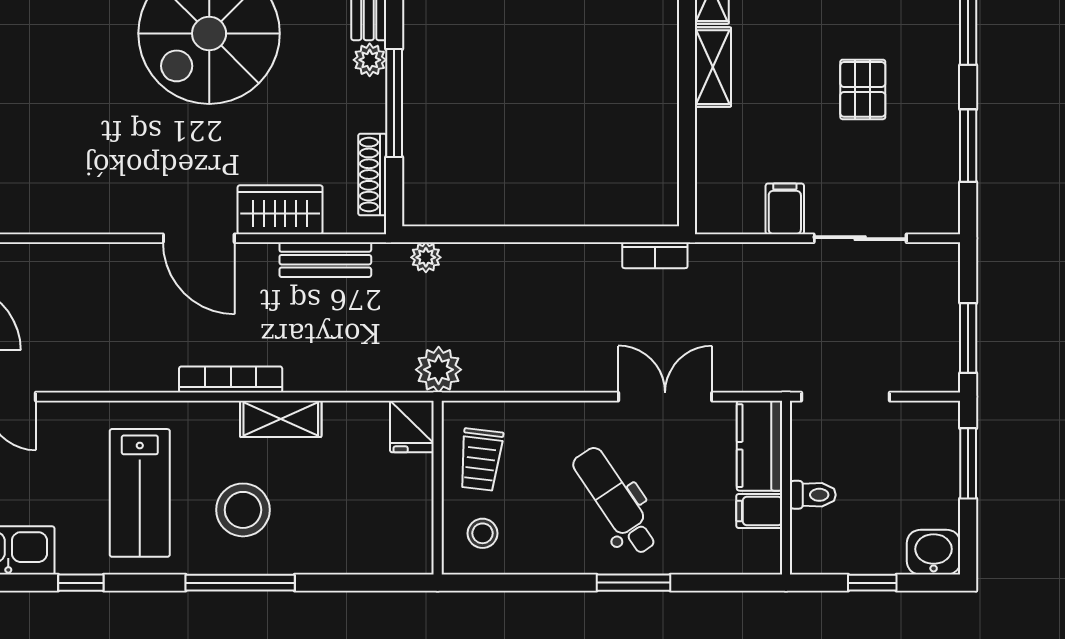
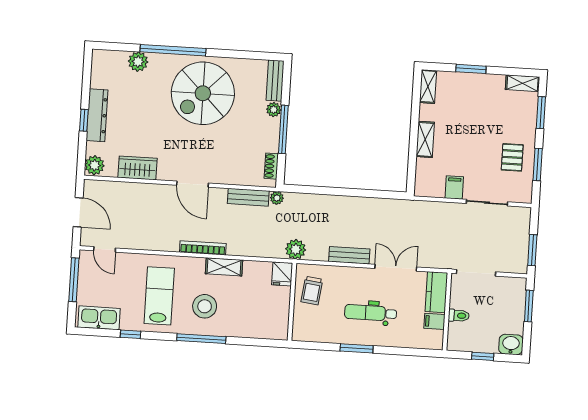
shelving: (713, 67) -> (425, 139), moved
pallet: (863, 89) -> (512, 157), moved
shoe rack: (372, 175) -> (271, 166), width x0.70
wardrobe: (280, 210) -> (138, 168), moved
bookcase: (655, 255) -> (395, 204), removed
plant: (426, 257) -> (277, 198), moved
bench: (559, 375) -> (349, 255), added
lab bench: (140, 493) -> (159, 296), turned 180
dental chair: (615, 501) -> (371, 313), turned -56
stool: (482, 533) -> (311, 323), removed
window: (633, 583) -> (357, 348), moved

